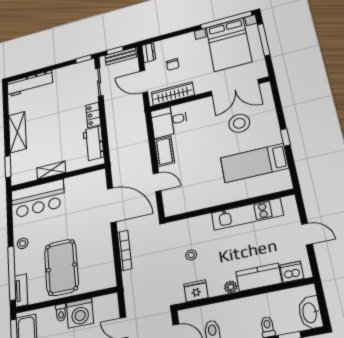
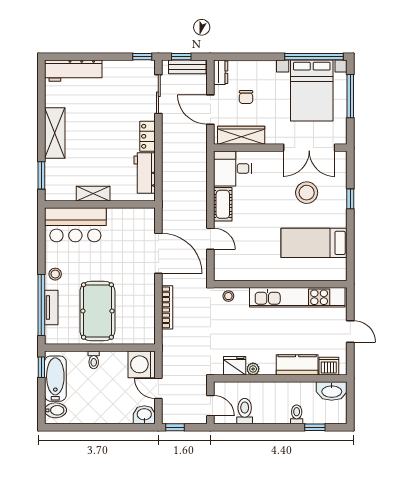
window: (285, 137) -> (350, 199), moved
kitchen unit: (247, 214) -> (297, 297), width x1.36
stool: (191, 255) -> (228, 296), moved
plant: (231, 287) -> (253, 369), moved
tv unit: (21, 290) -> (51, 307), moved
washing machine: (80, 313) -> (142, 364), moved, turned 90
washbasin: (310, 313) -> (332, 391), moved, turned -90

